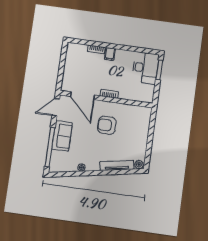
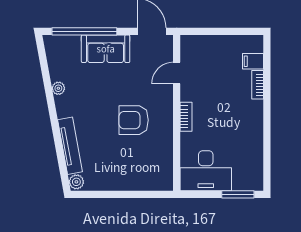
filing cabinet: (110, 54) -> (253, 61), moved
desk: (145, 68) -> (206, 171), moved
door: (83, 96) -> (177, 73), width x0.53
armchair: (107, 125) -> (134, 120), turned -90

